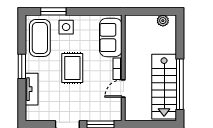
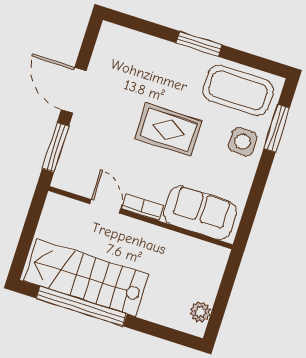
tv unit: (32, 89) -> (154, 48), removed

